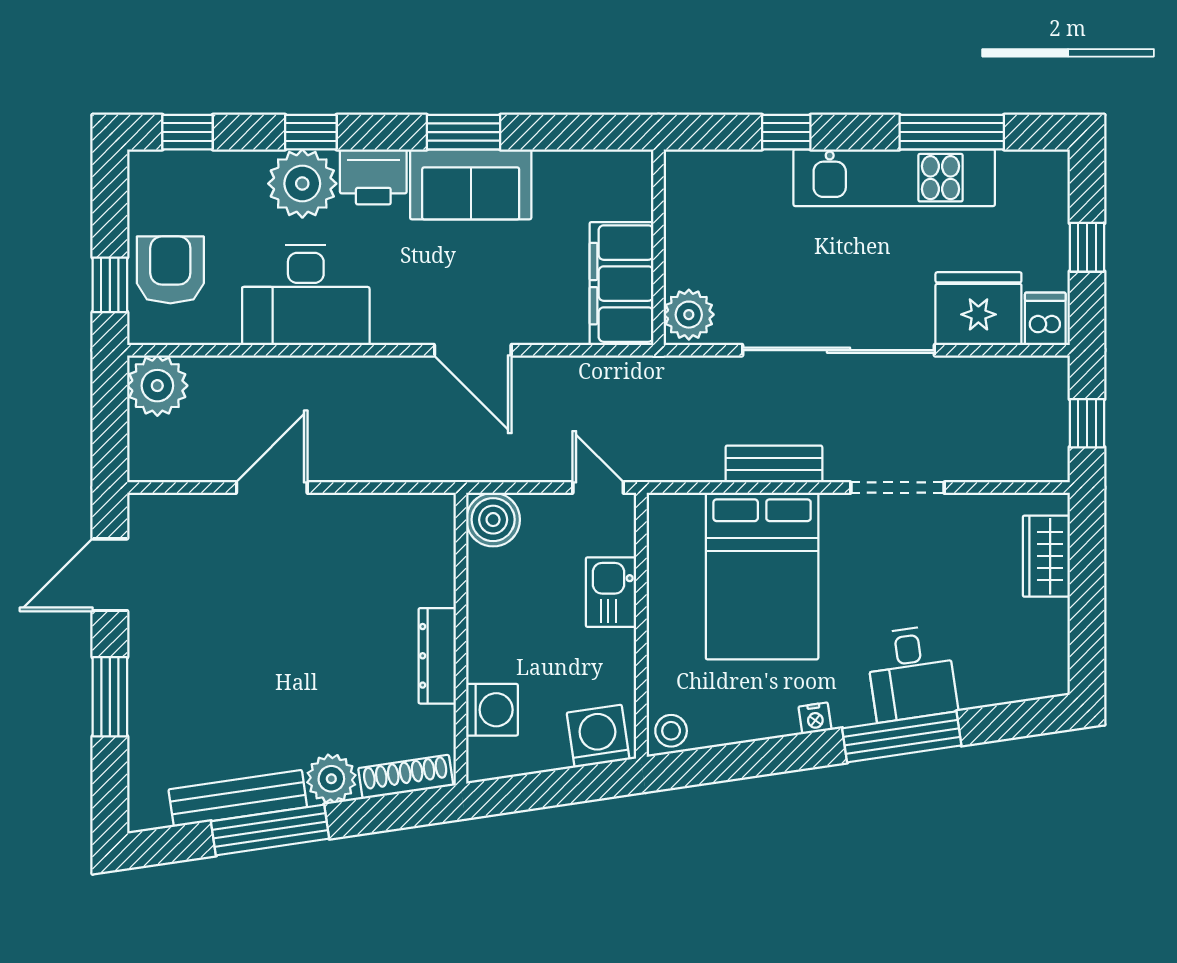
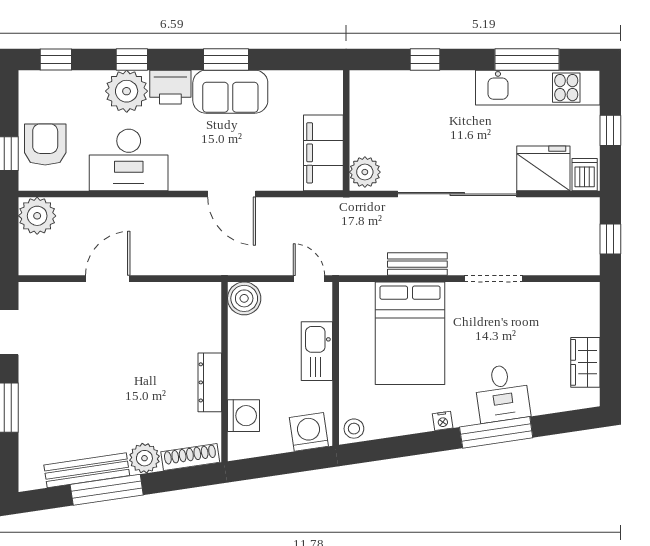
kitchen unit: (894, 178) -> (538, 88), moved
wardrobe: (1046, 556) -> (585, 362), moved
kitchen sink: (611, 592) -> (317, 351), width x1.38

